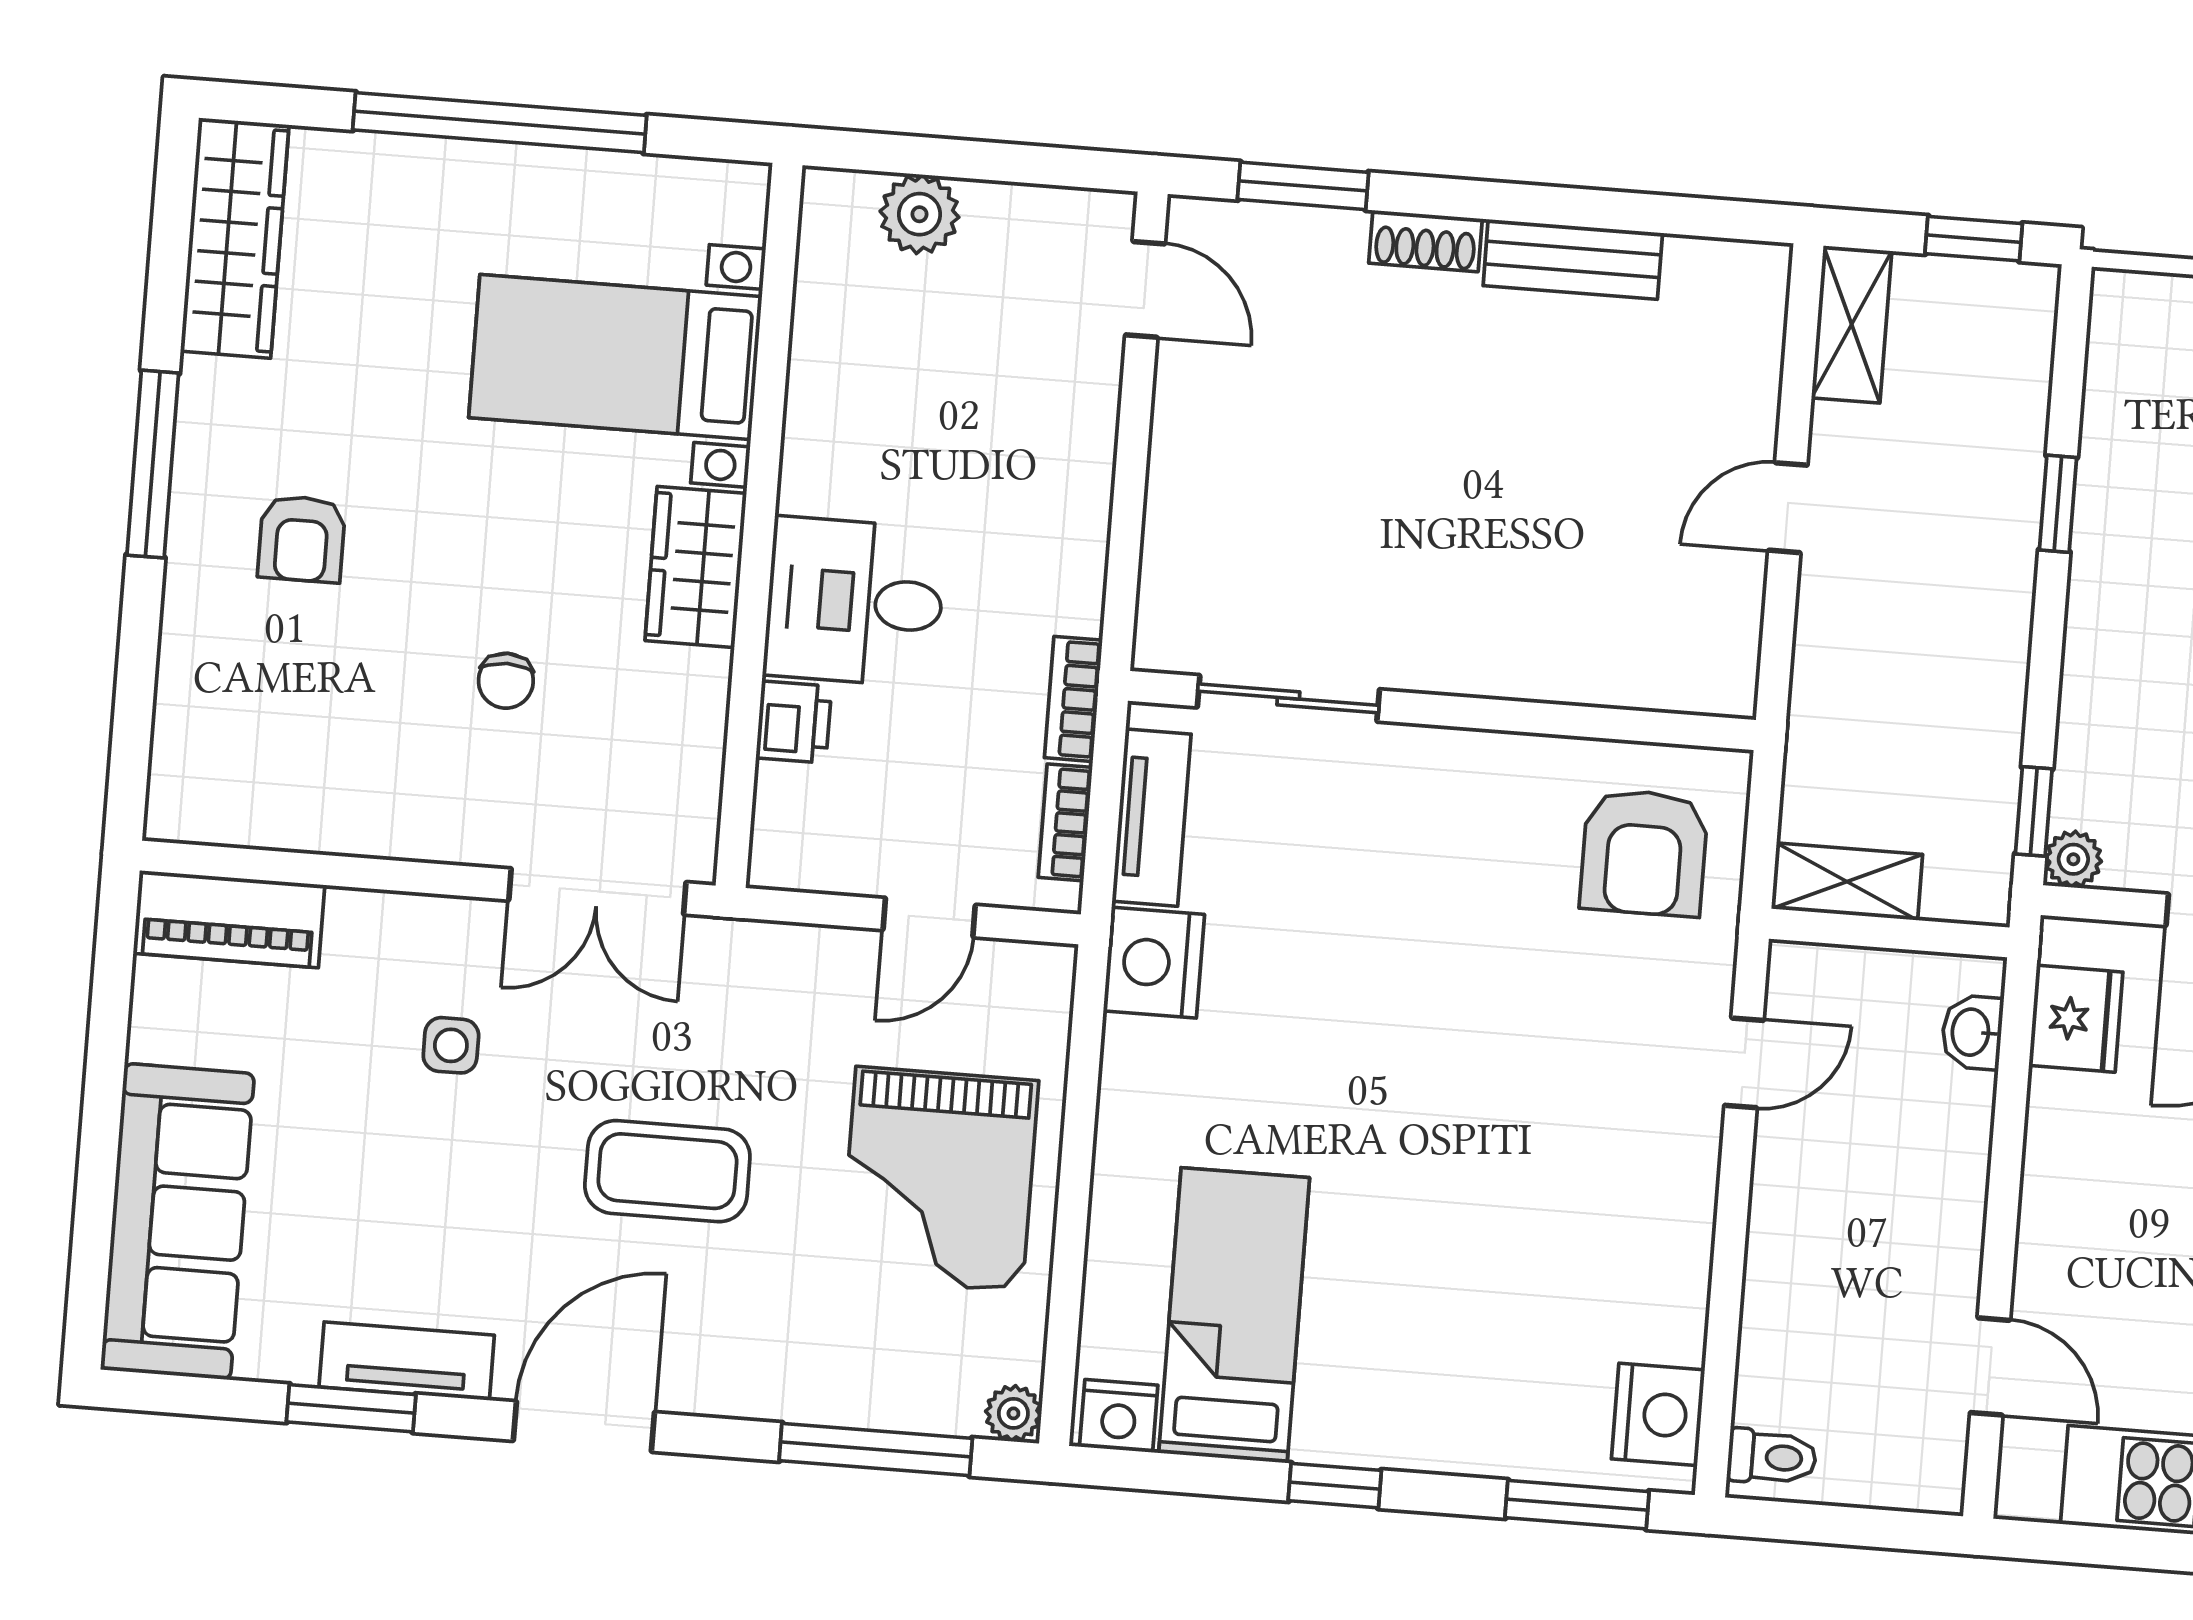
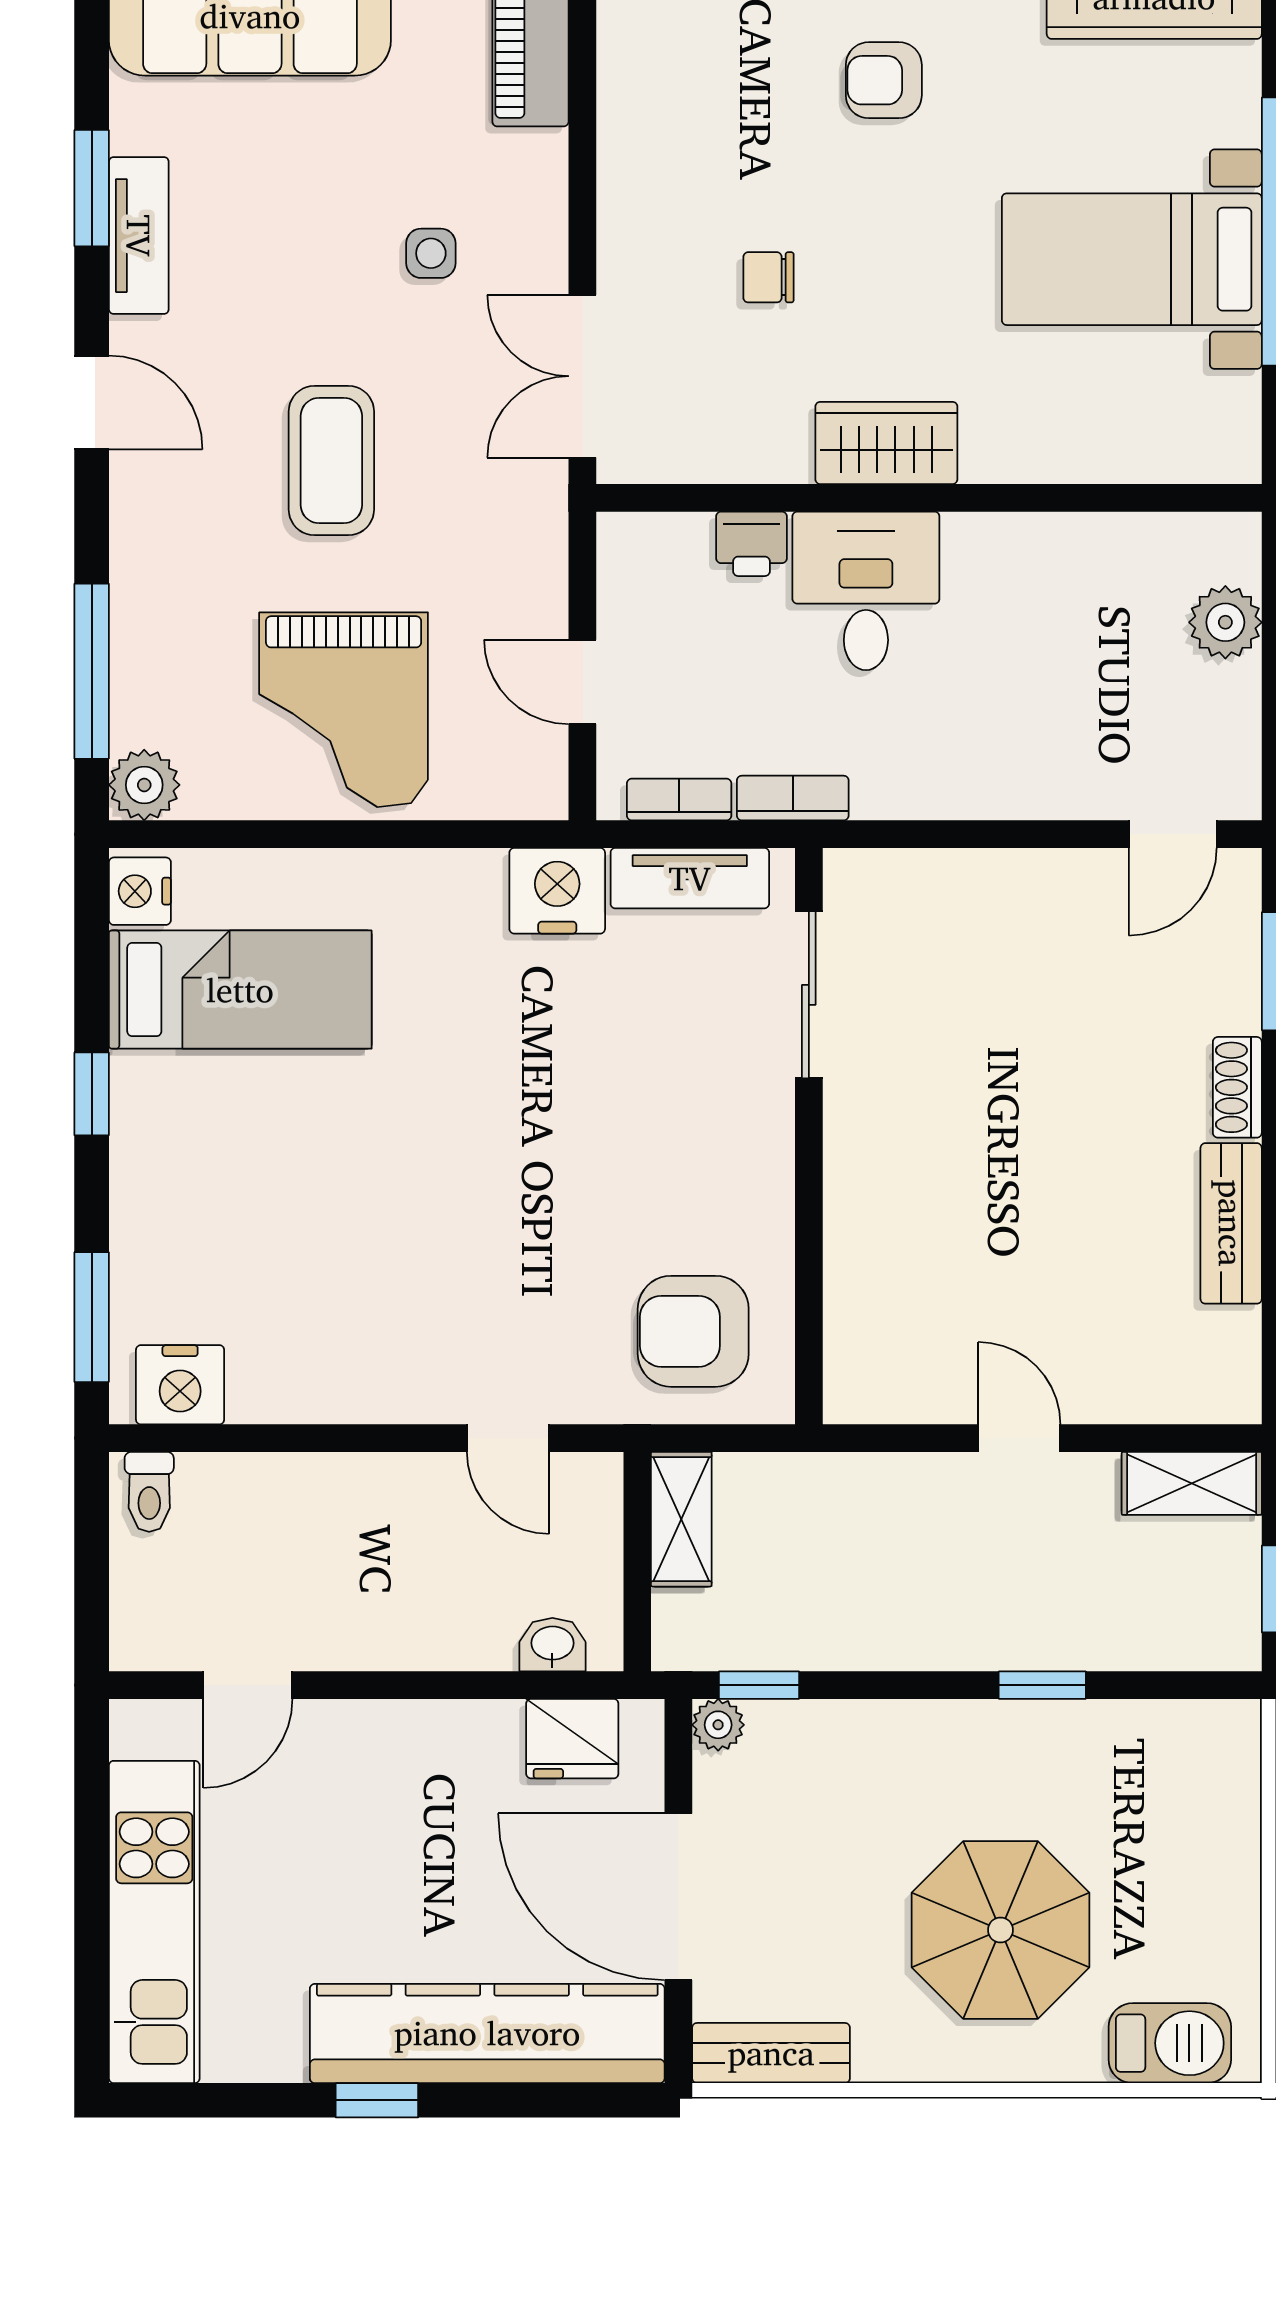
bed with nightstands: (615, 357) -> (1132, 259), moved, turned -90
grand piano: (939, 1179) -> (344, 710), turned -90
plant: (1013, 1413) -> (144, 785), width x1.38, depth x1.38
door: (584, 1426) -> (92, 402), width x0.73

